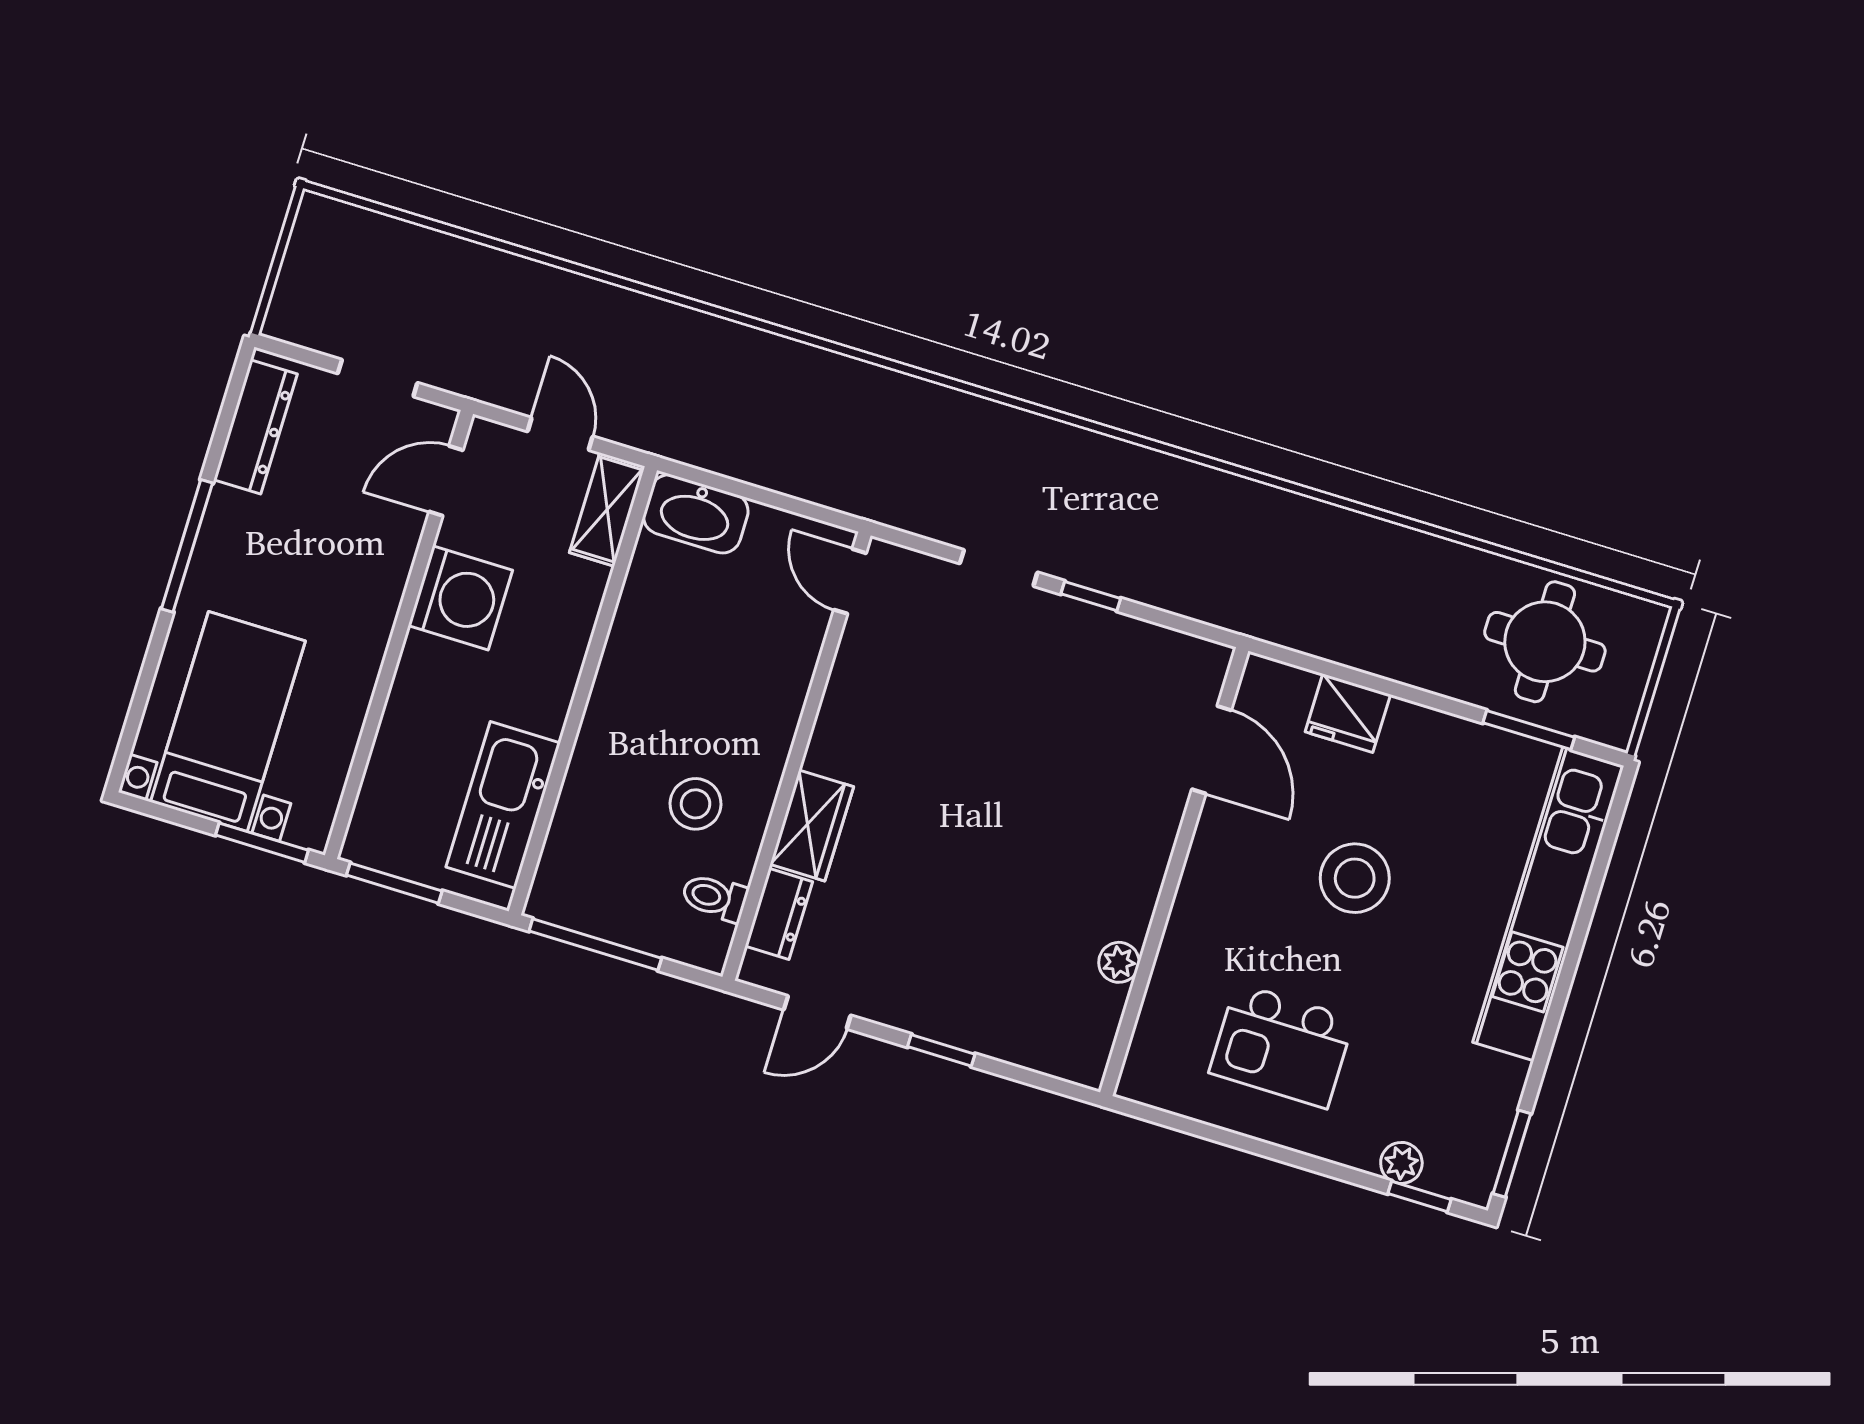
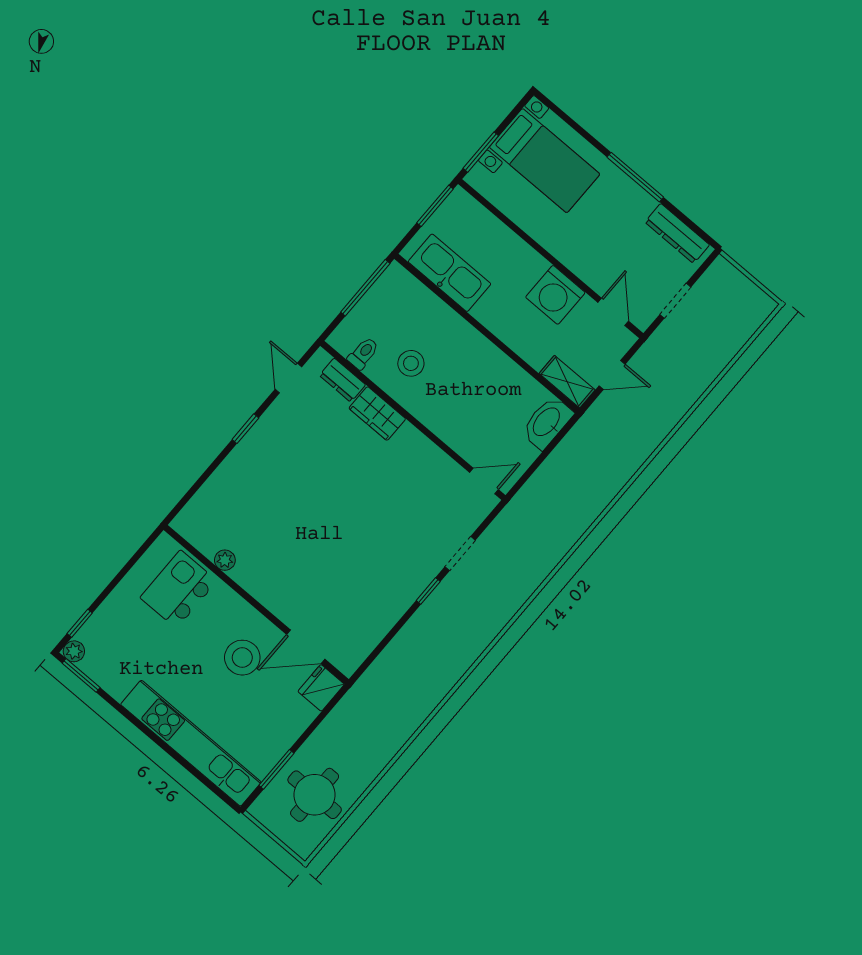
door: (1211, 750) -> (306, 647), moved
wall: (1174, 872) -> (256, 605), moved
plant: (1119, 962) -> (225, 560), moved
plant: (1401, 1163) -> (74, 651), moved

